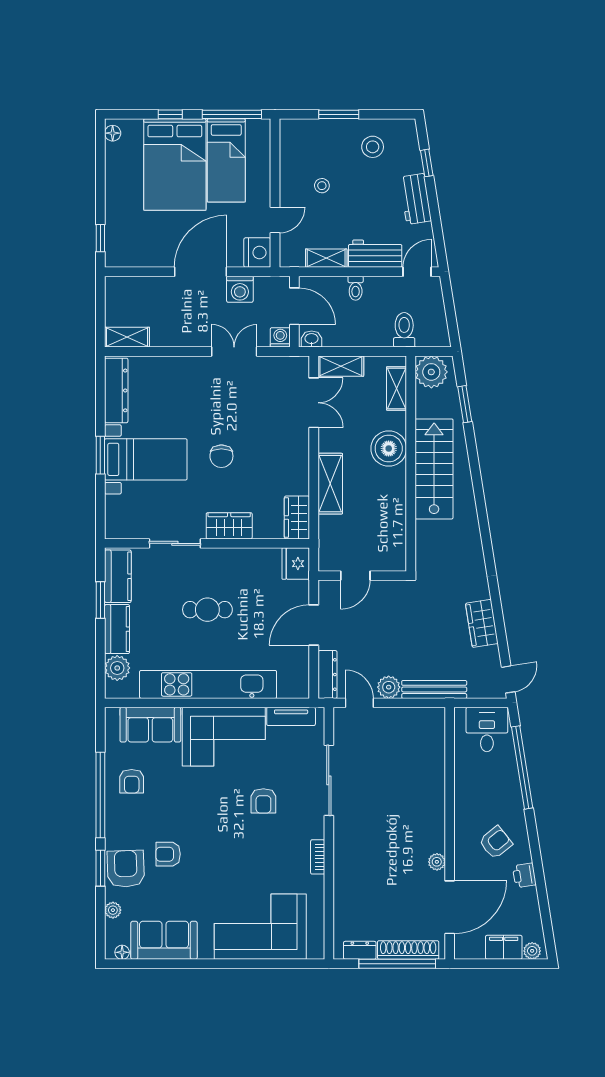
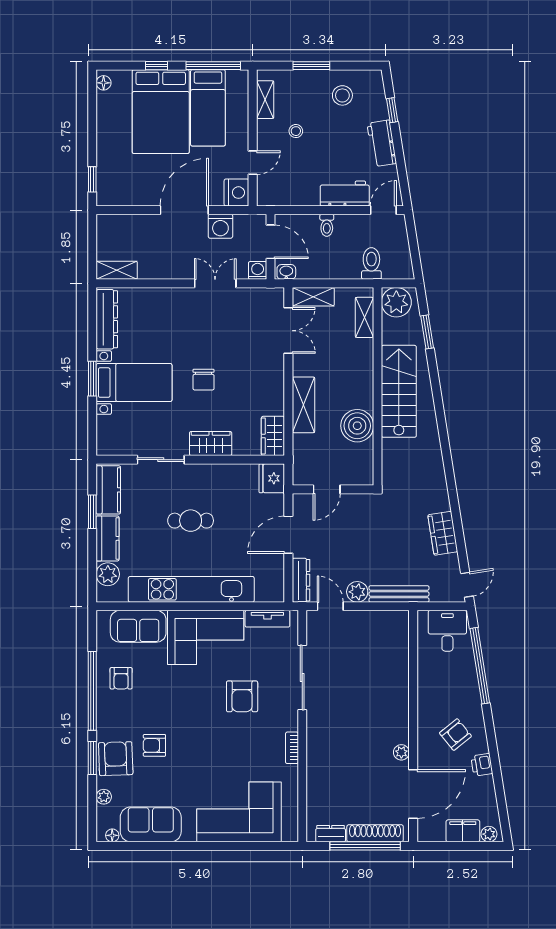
shelving: (326, 258) -> (265, 100), moved, turned 90
boiler: (389, 448) -> (357, 426), moved
armchair: (263, 801) -> (242, 696), width x1.38, depth x1.38

